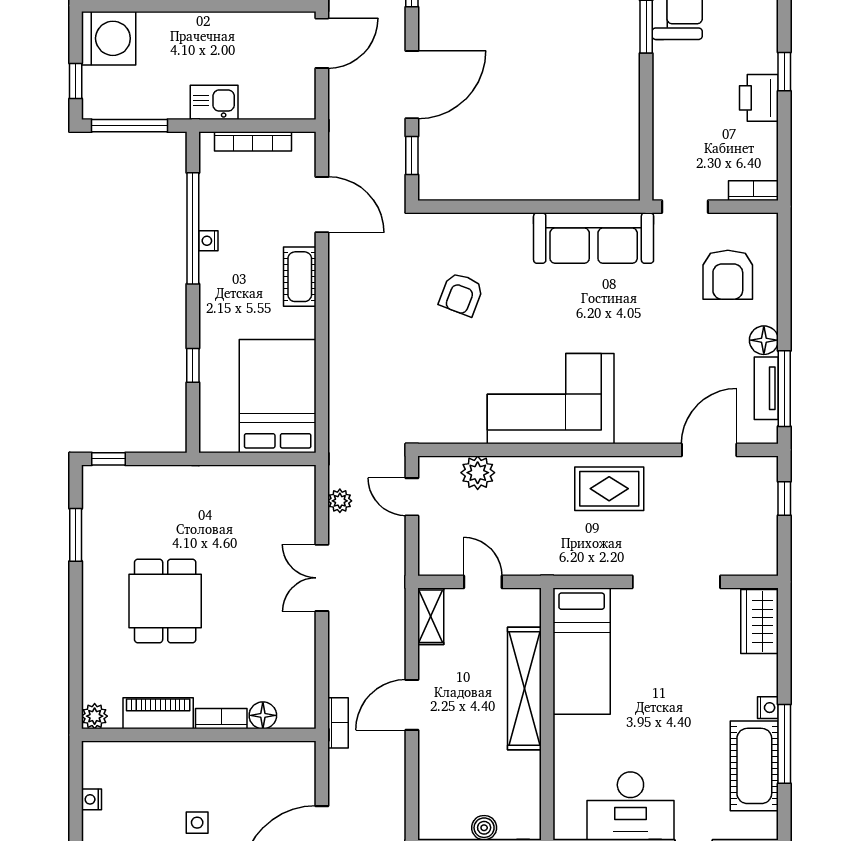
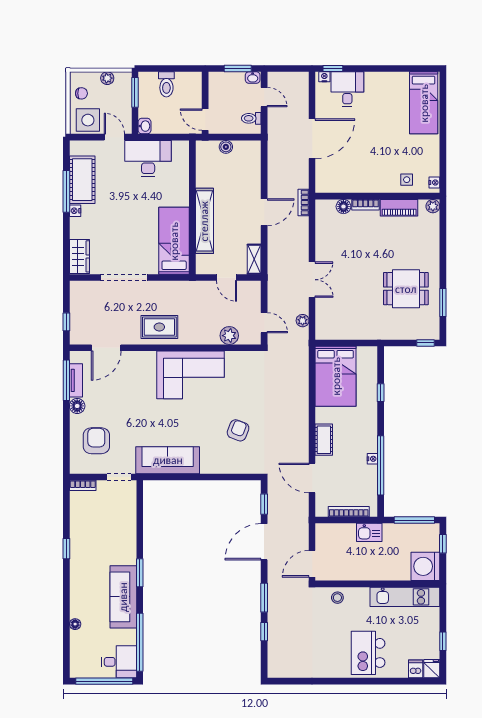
printer: (759, 98) -> (80, 535), removed
dining table: (165, 601) -> (406, 289), moved, turned 90
nightstand: (92, 799) -> (434, 183), moved
side table: (197, 823) -> (407, 180), moved

